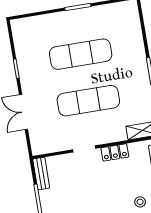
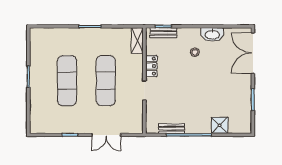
bench: (41, 174) -> (172, 129), moved

